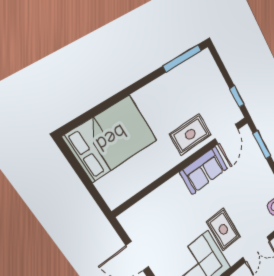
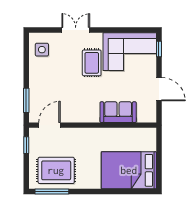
rug: (190, 134) -> (56, 170), moved, width x1.36, depth x1.43
sofa: (204, 170) -> (118, 112), moved

